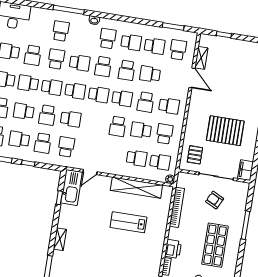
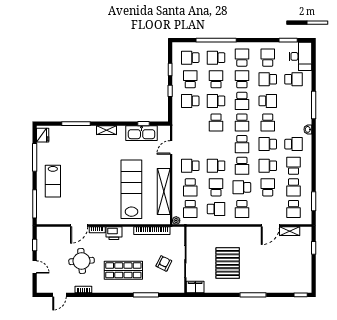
school desk: (61, 31) -> (294, 79), moved
school desk: (131, 42) -> (294, 166), turned 180
school desk: (178, 50) -> (294, 209), turned 90
school desk: (66, 147) -> (190, 166), moved, turned 180
pallet: (195, 155) -> (202, 239), removed
door: (90, 172) -> (171, 147), hinge flipped
kitchen sink: (72, 188) -> (142, 133), moved
lab bench: (128, 222) -> (131, 189), width x1.86, depth x1.39

